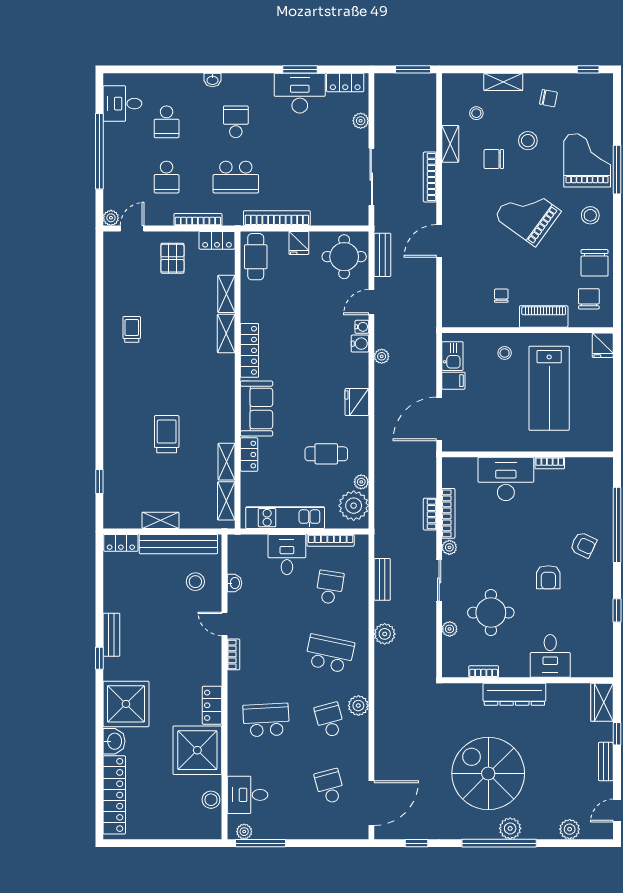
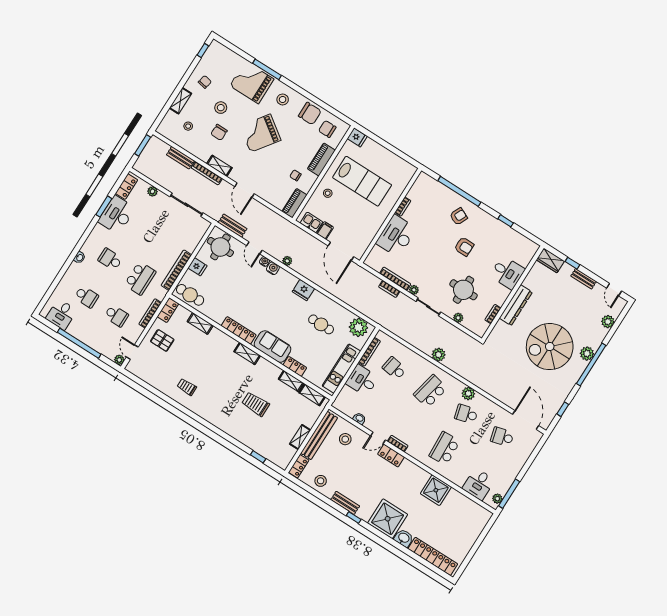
shelving: (450, 144) -> (219, 166), moved
piano: (464, 318) -> (294, 203), added
shelving: (226, 333) -> (247, 354), moved
cafe table: (326, 454) -> (321, 324), turned 90
plant: (361, 482) -> (348, 315), removed
bench: (382, 579) -> (180, 158), moved
locker: (212, 705) -> (391, 456), moved
shower: (197, 750) -> (436, 490), width x0.73, depth x0.73
stool: (211, 800) -> (321, 481), moved

